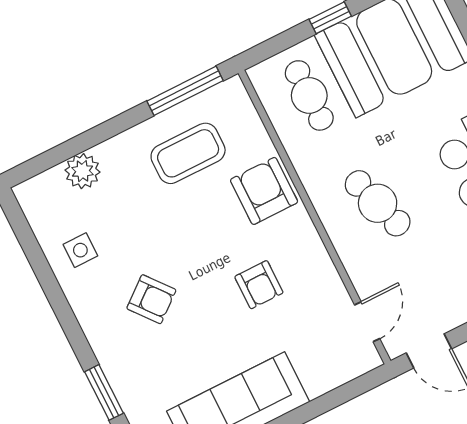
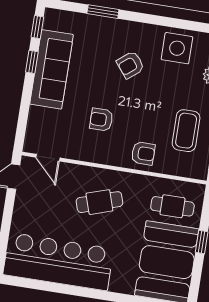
armchair: (264, 191) -> (143, 153), width x0.72, depth x0.72
side table: (80, 250) -> (177, 48), width x1.87, depth x1.87

